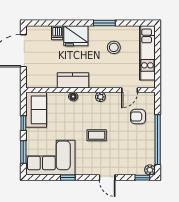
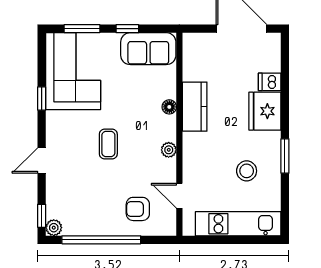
armchair: (138, 117) -> (138, 209), turned -90

